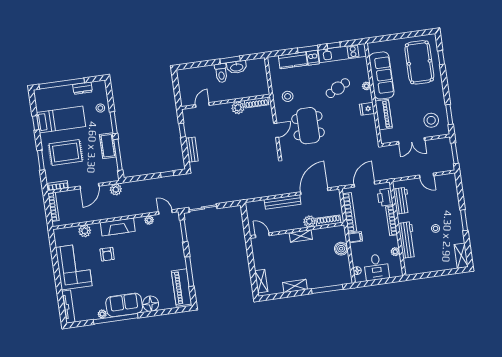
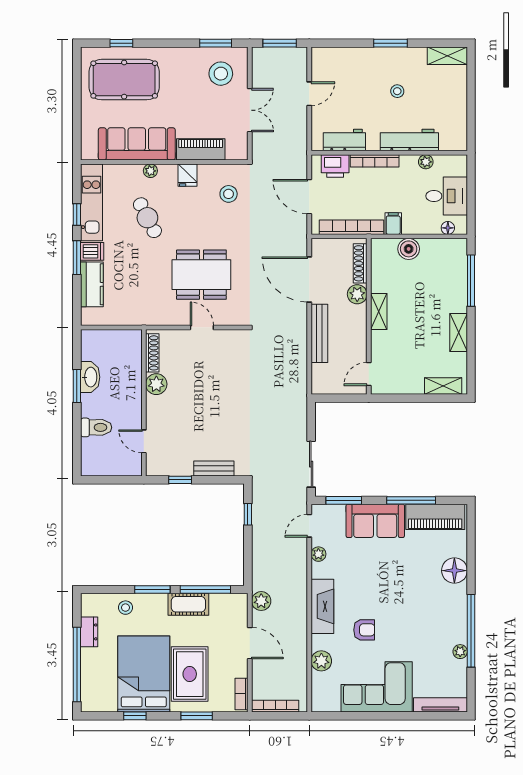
toilet: (221, 73) -> (96, 427), moved
stool: (288, 96) -> (229, 194), moved
bed: (61, 119) -> (144, 674), width x1.50
sofa: (124, 305) -> (375, 521), moved, turned -90

